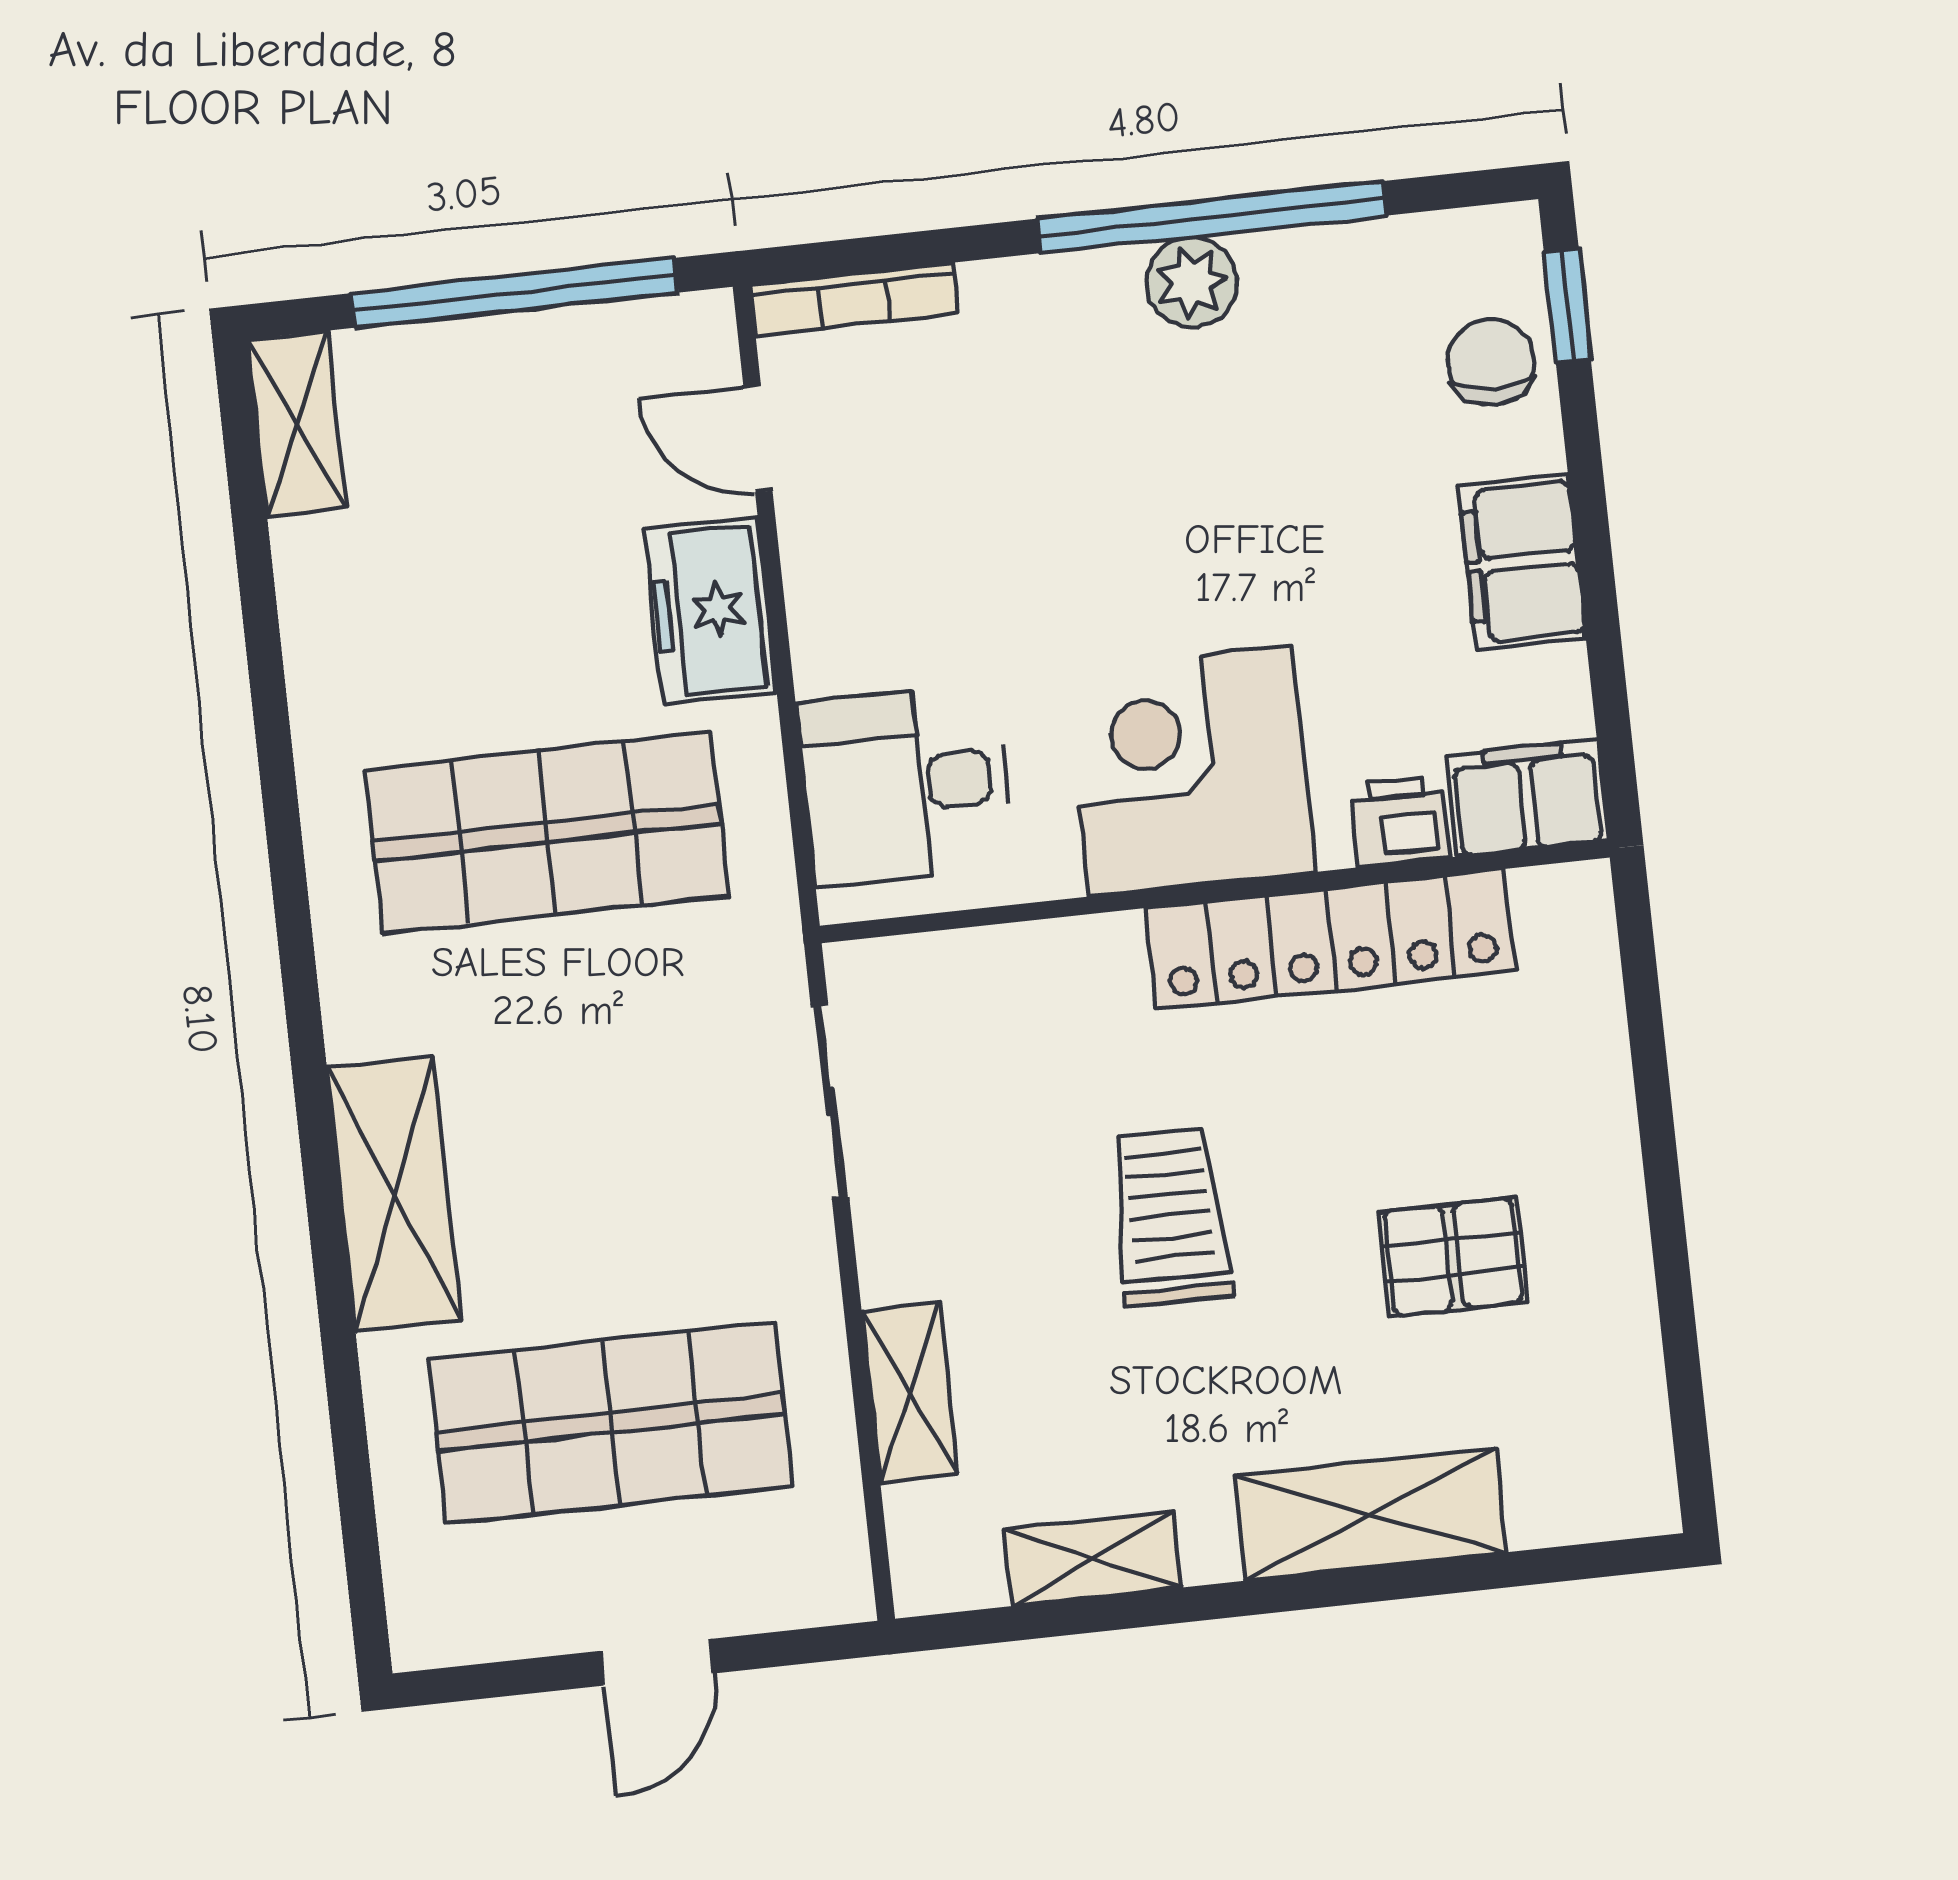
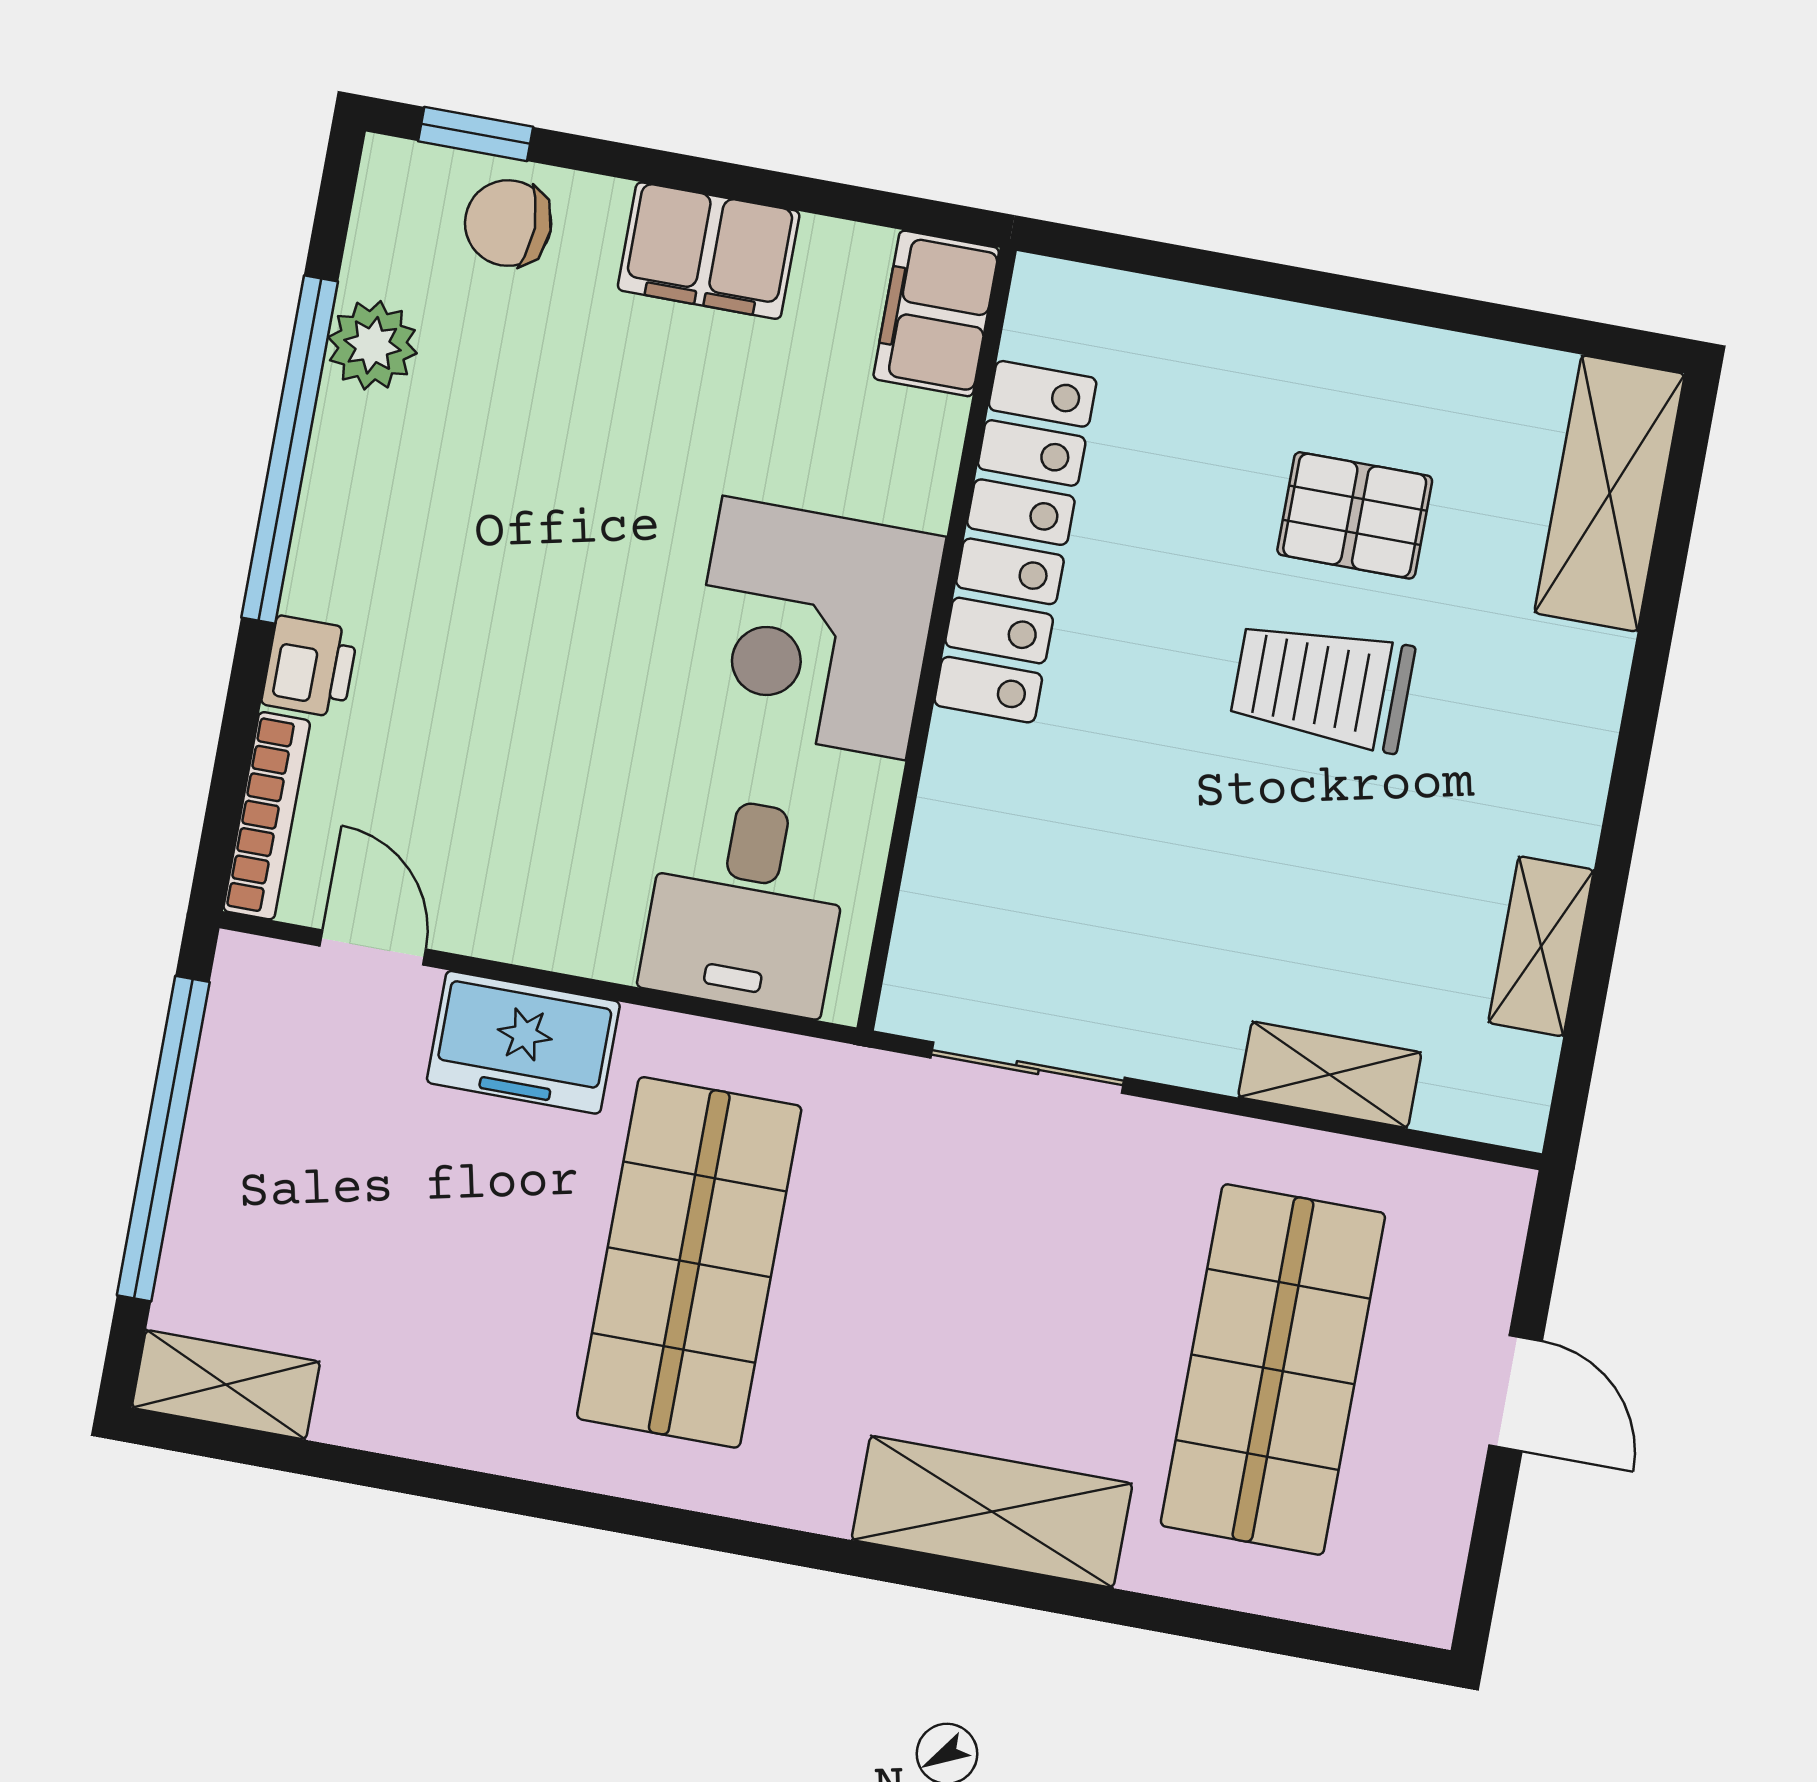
plant: (1192, 282) -> (372, 345), moved
door: (758, 439) -> (373, 947), swing flipped
printer: (1400, 821) -> (310, 667), moved, turned 180
trolley: (1170, 1217) -> (1322, 685), moved
pallet: (1453, 1257) -> (1355, 515), turned 90
shelving: (1371, 1514) -> (1610, 493), moved

